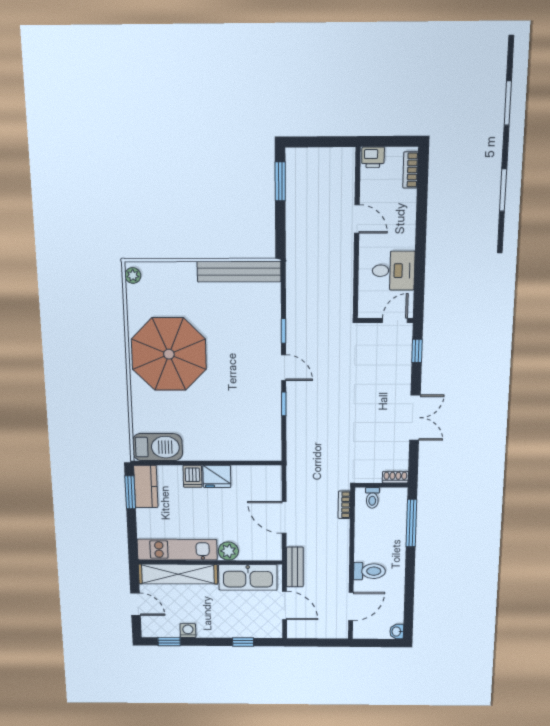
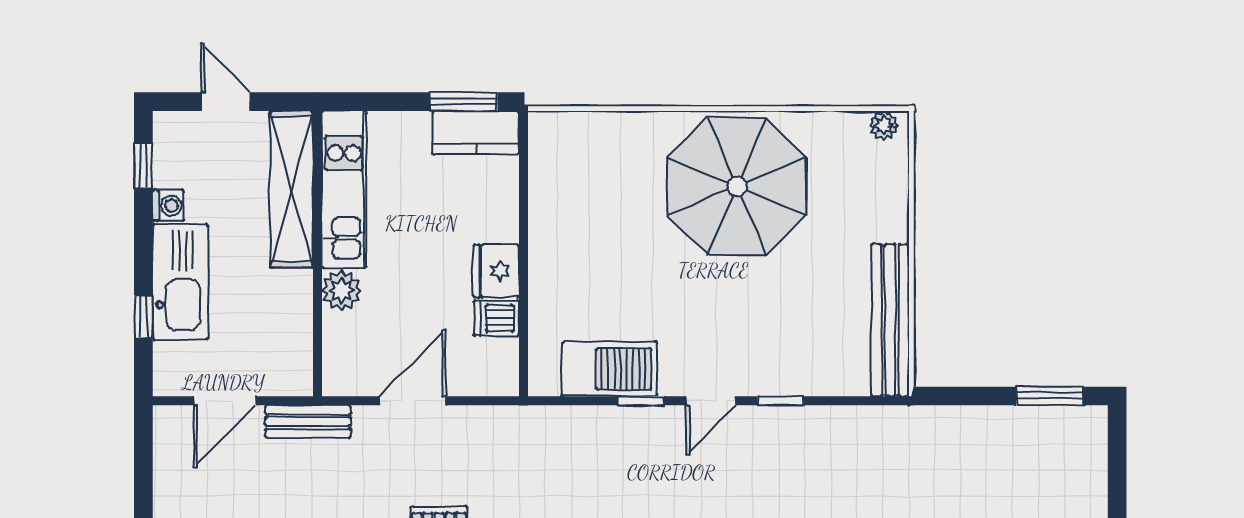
barbecue: (157, 447) -> (609, 369), moved, turned -90
dishwasher: (193, 476) -> (496, 318), moved
kitchen sink: (248, 577) -> (180, 282), moved, turned 180
door: (135, 604) -> (226, 102), swing flipped

